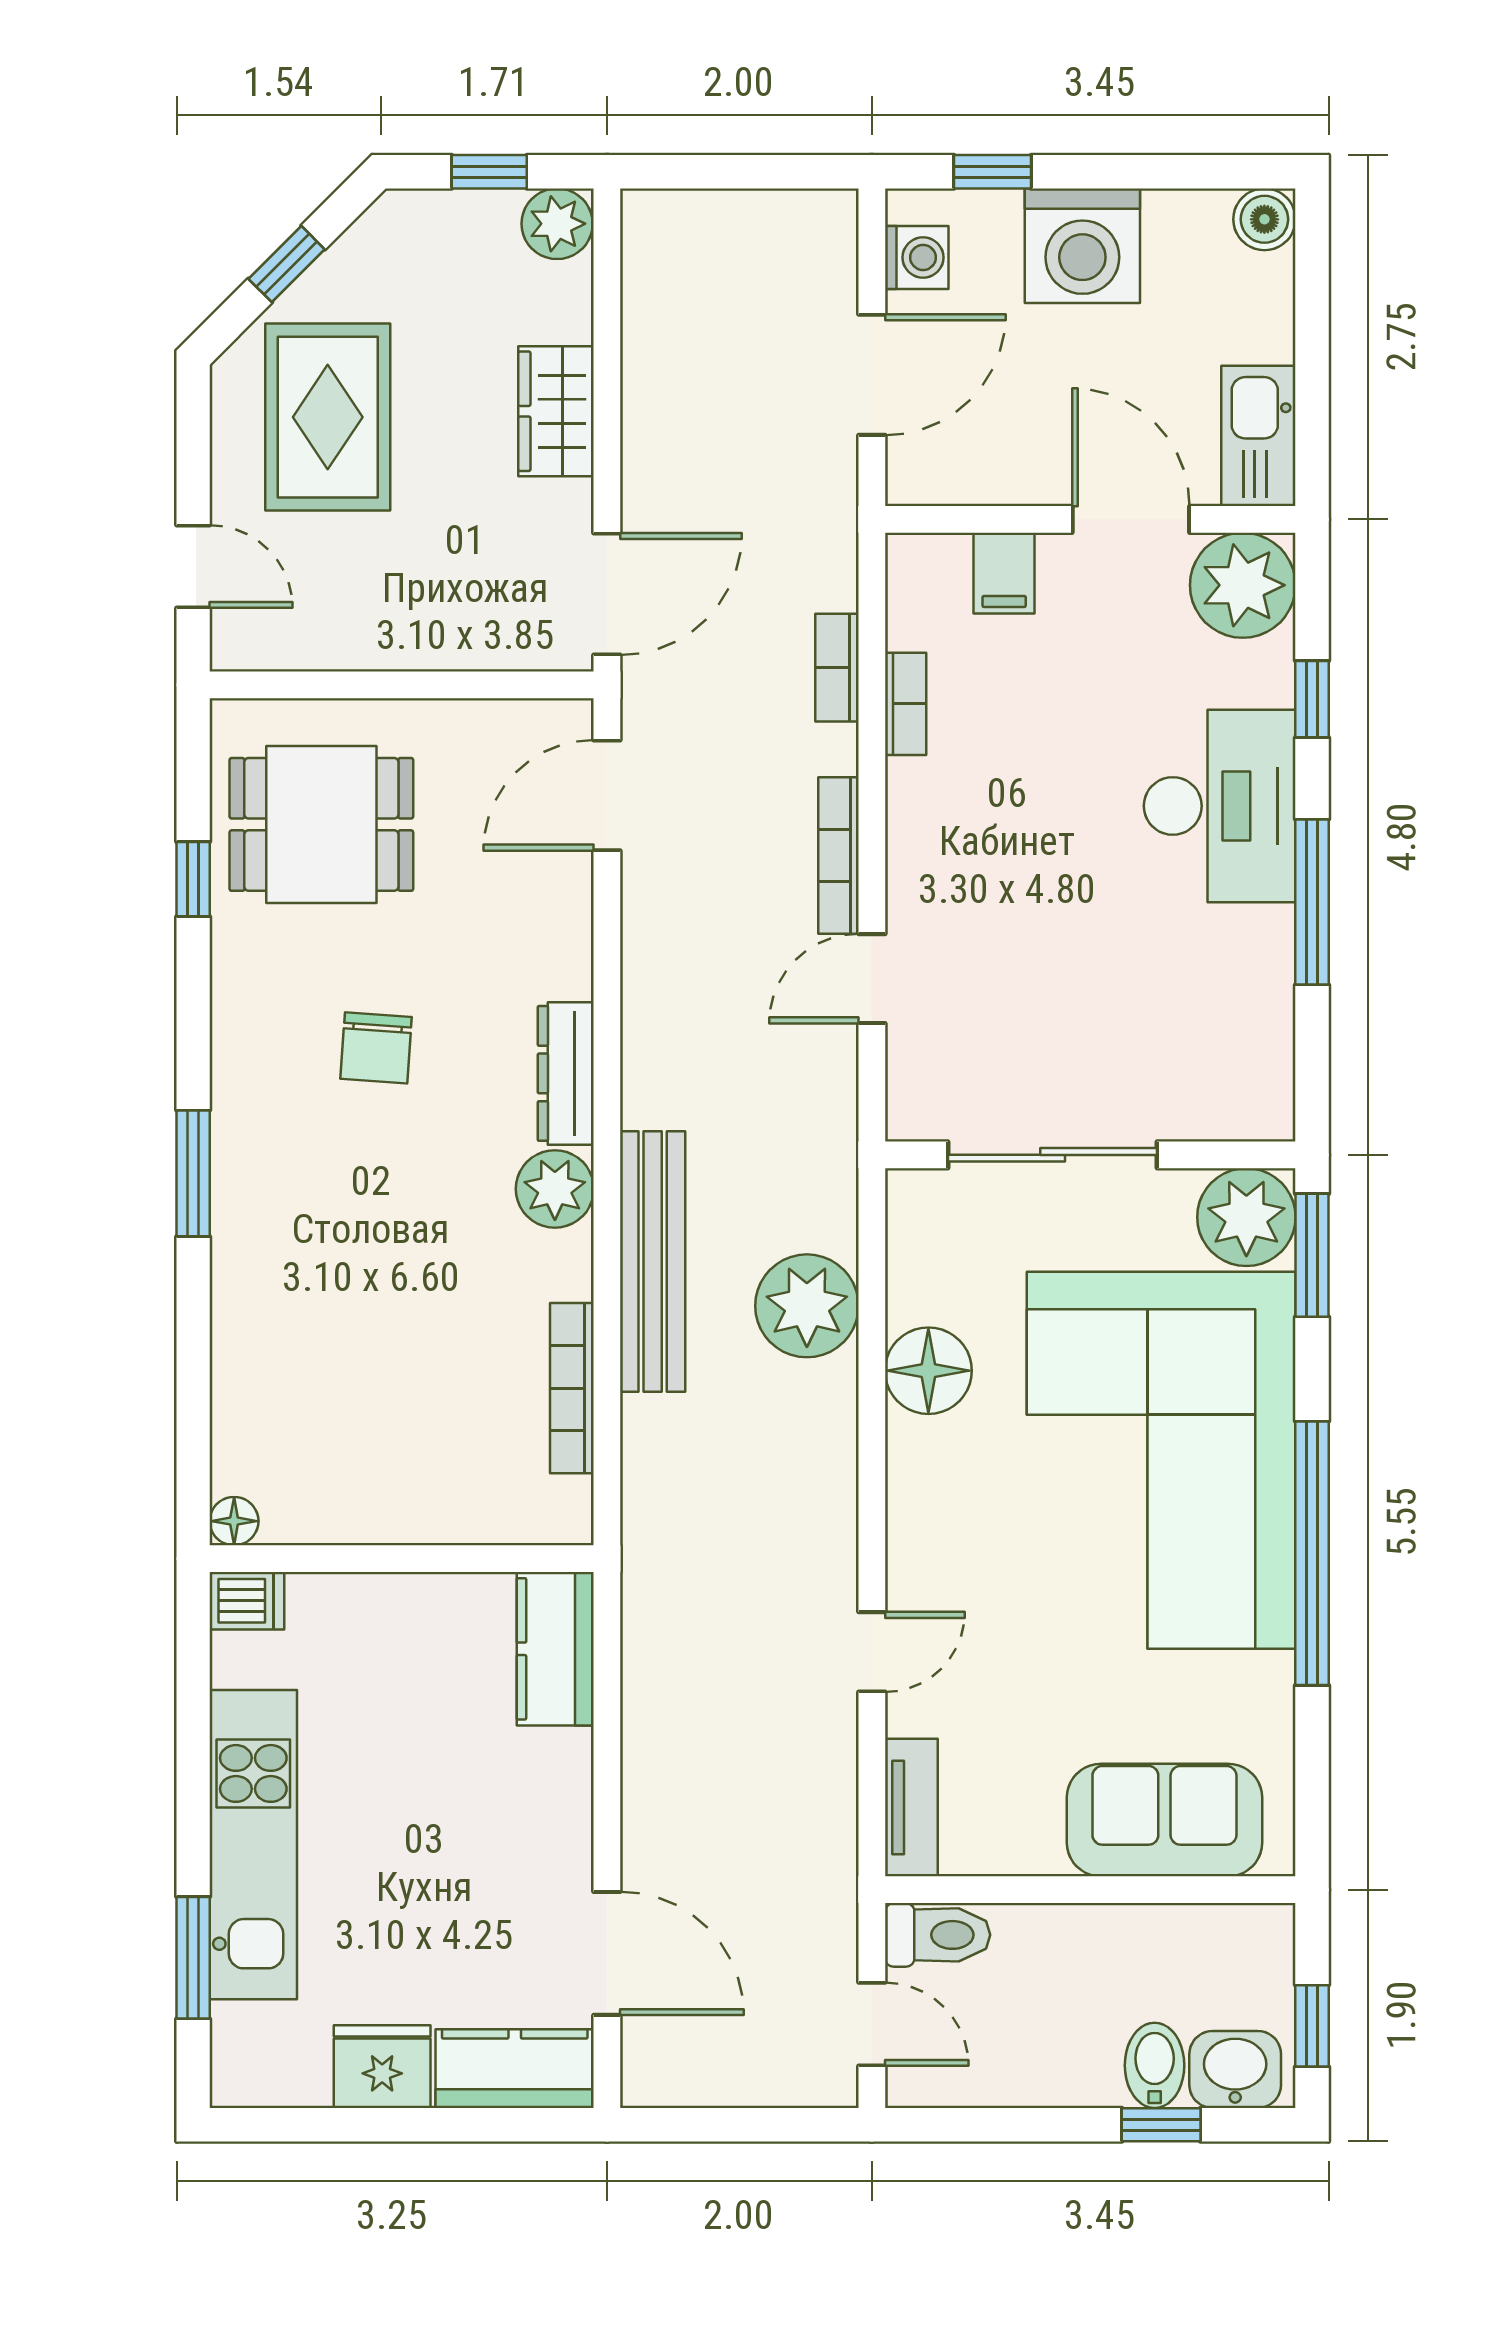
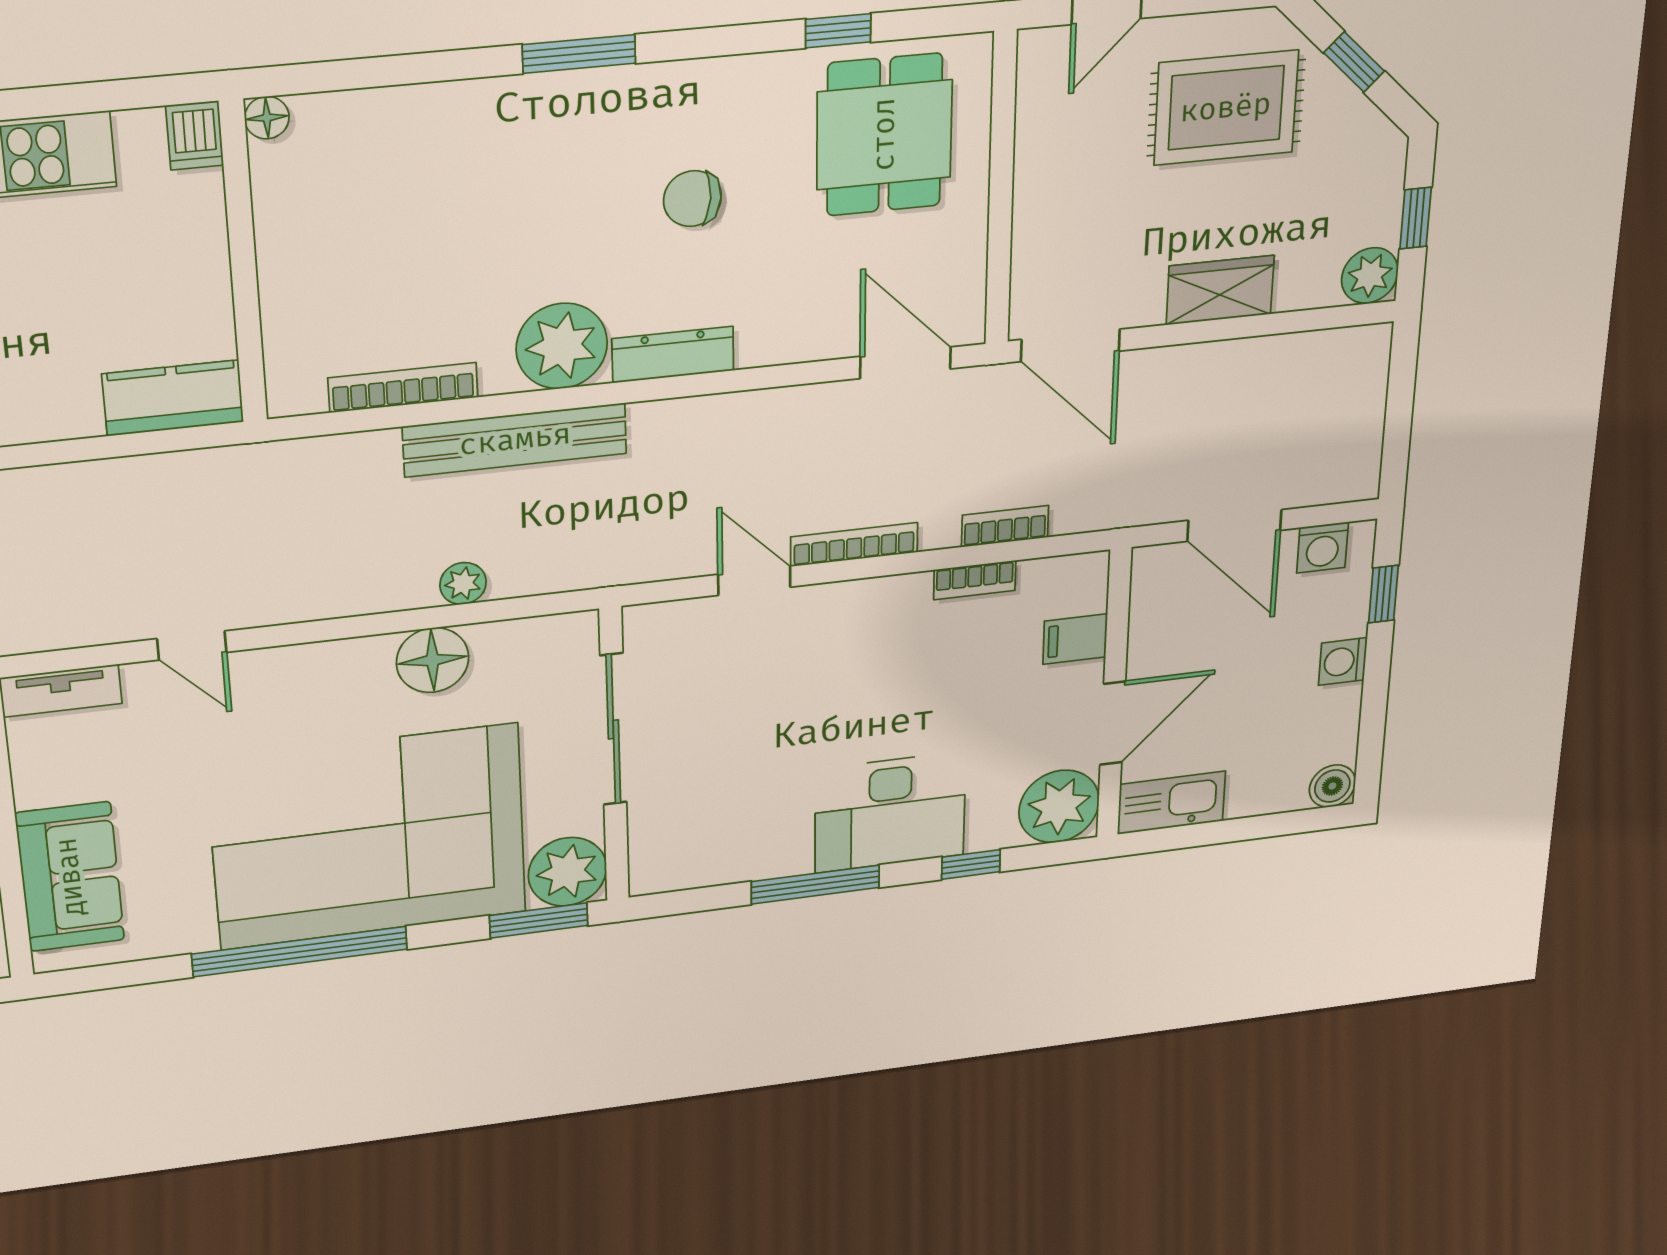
washing machine: (1082, 246) -> (1343, 661), width x0.53, depth x0.53
plant: (555, 1189) -> (562, 346), width x1.36, depth x1.36
plant: (807, 1306) -> (463, 583), width x0.53, depth x0.53

